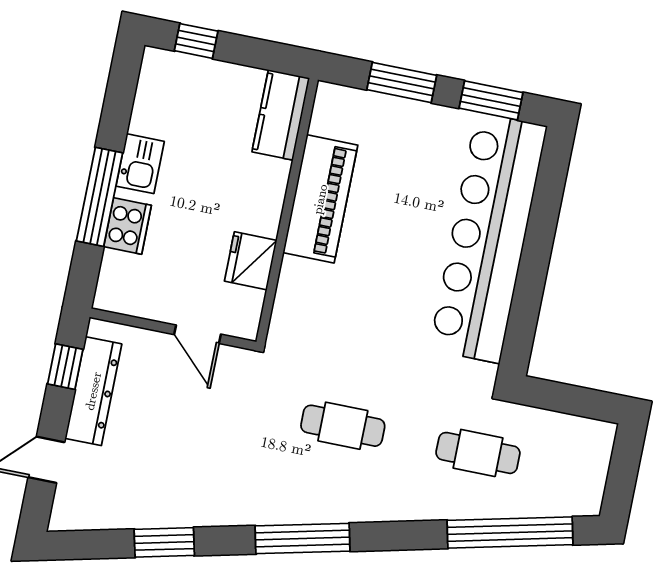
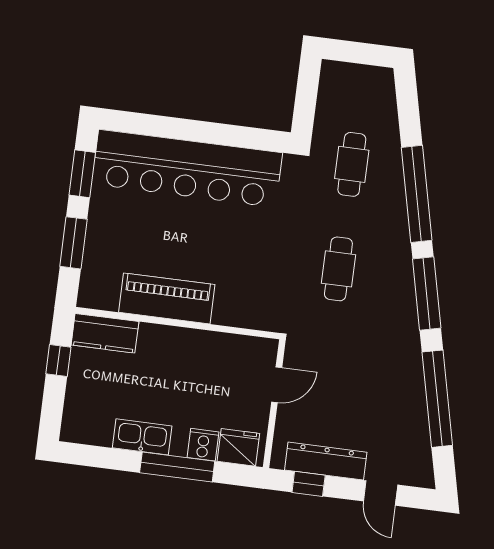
window: (196, 41) -> (58, 360), moved
kitchen sink: (140, 164) -> (142, 437), width x1.38
cooker: (127, 226) -> (203, 445), width x0.73
fridge: (251, 261) -> (238, 447), moved, turned 180
window: (510, 533) -> (417, 194), moved
window: (164, 542) -> (437, 399), width x2.11

